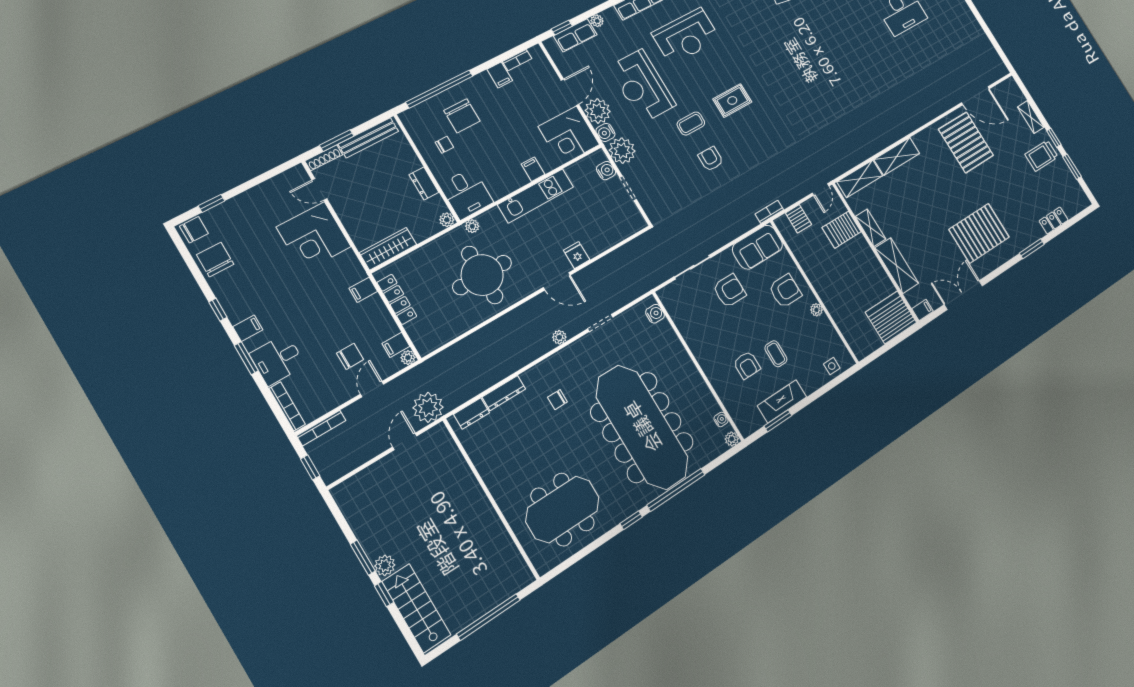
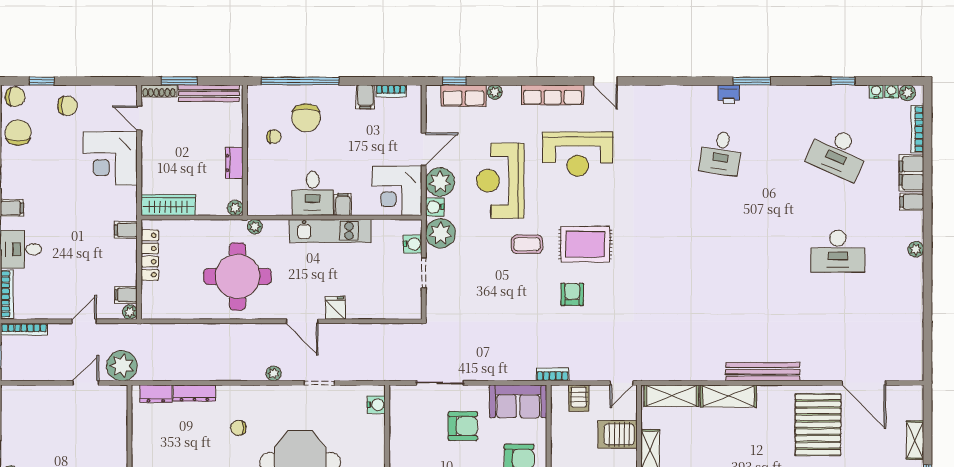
rug: (732, 100) -> (585, 244), width x1.36, depth x1.43
bench: (908, 126) -> (763, 372), added
armchair: (711, 159) -> (572, 294), moved
desk: (466, 194) -> (313, 193), moved
chair: (350, 356) -> (67, 106), moved

